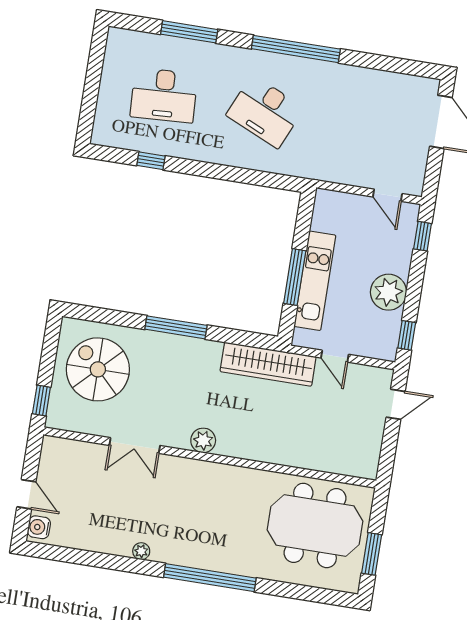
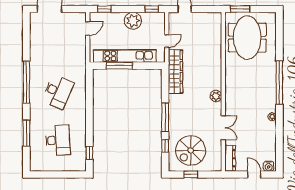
window: (151, 161) -> (89, 153), moved
window: (295, 277) -> (119, 66), moved
kitchen unit: (315, 281) -> (125, 56), width x1.36
window: (116, 318) -> (165, 146), added
window: (41, 400) -> (191, 174), moved
dresser: (69, 449) -> (230, 158), added
door: (26, 494) -> (254, 174), hinge flipped
window: (372, 554) -> (240, 9), moved

